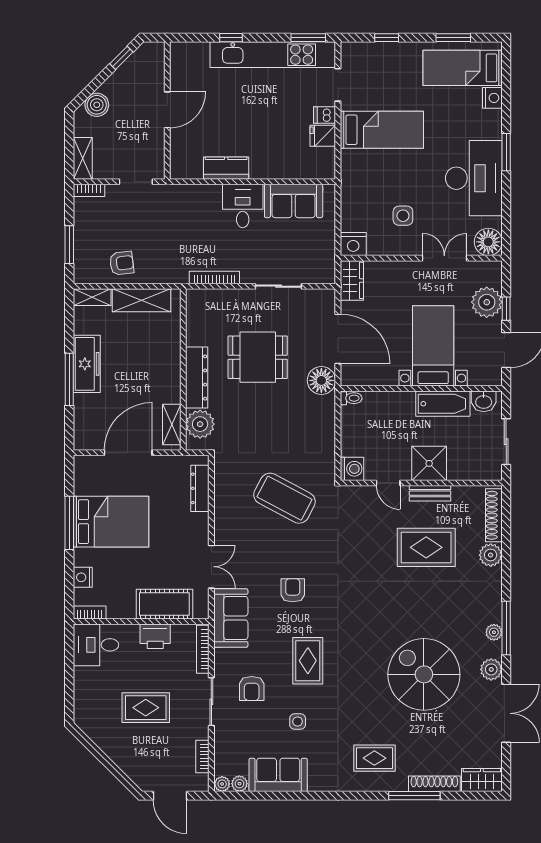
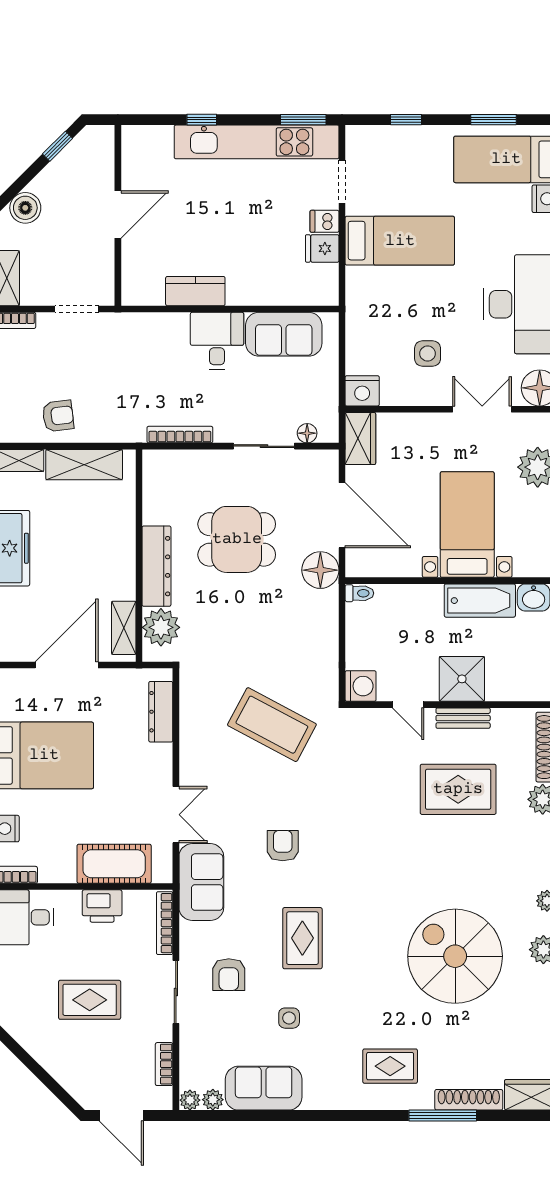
floor lamp: (311, 276) -> (307, 433), added

